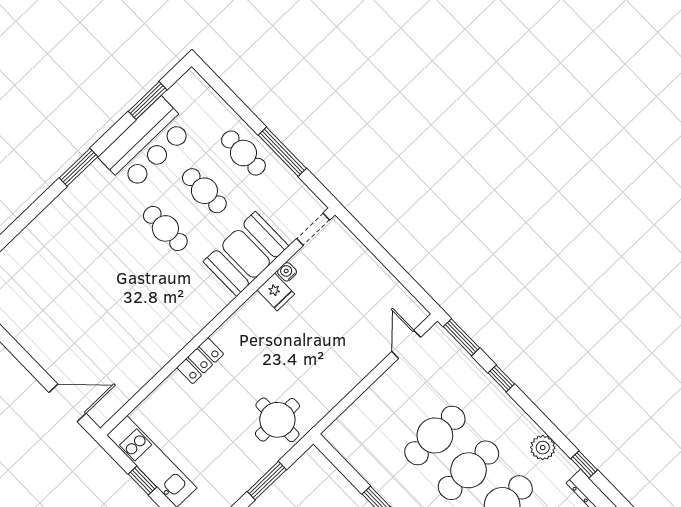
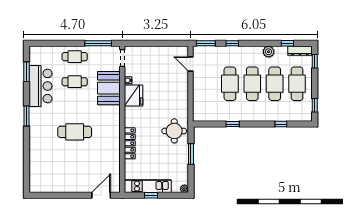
window: (282, 152) -> (98, 43), moved
cafe table: (165, 228) -> (75, 132), moved, width x1.37, depth x1.35
fridge: (276, 292) -> (133, 96), width x1.88, depth x1.34
locker: (200, 361) -> (130, 143), width x1.53

